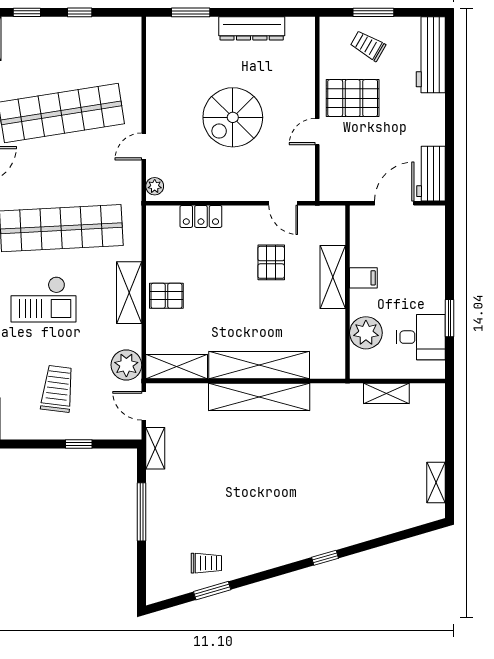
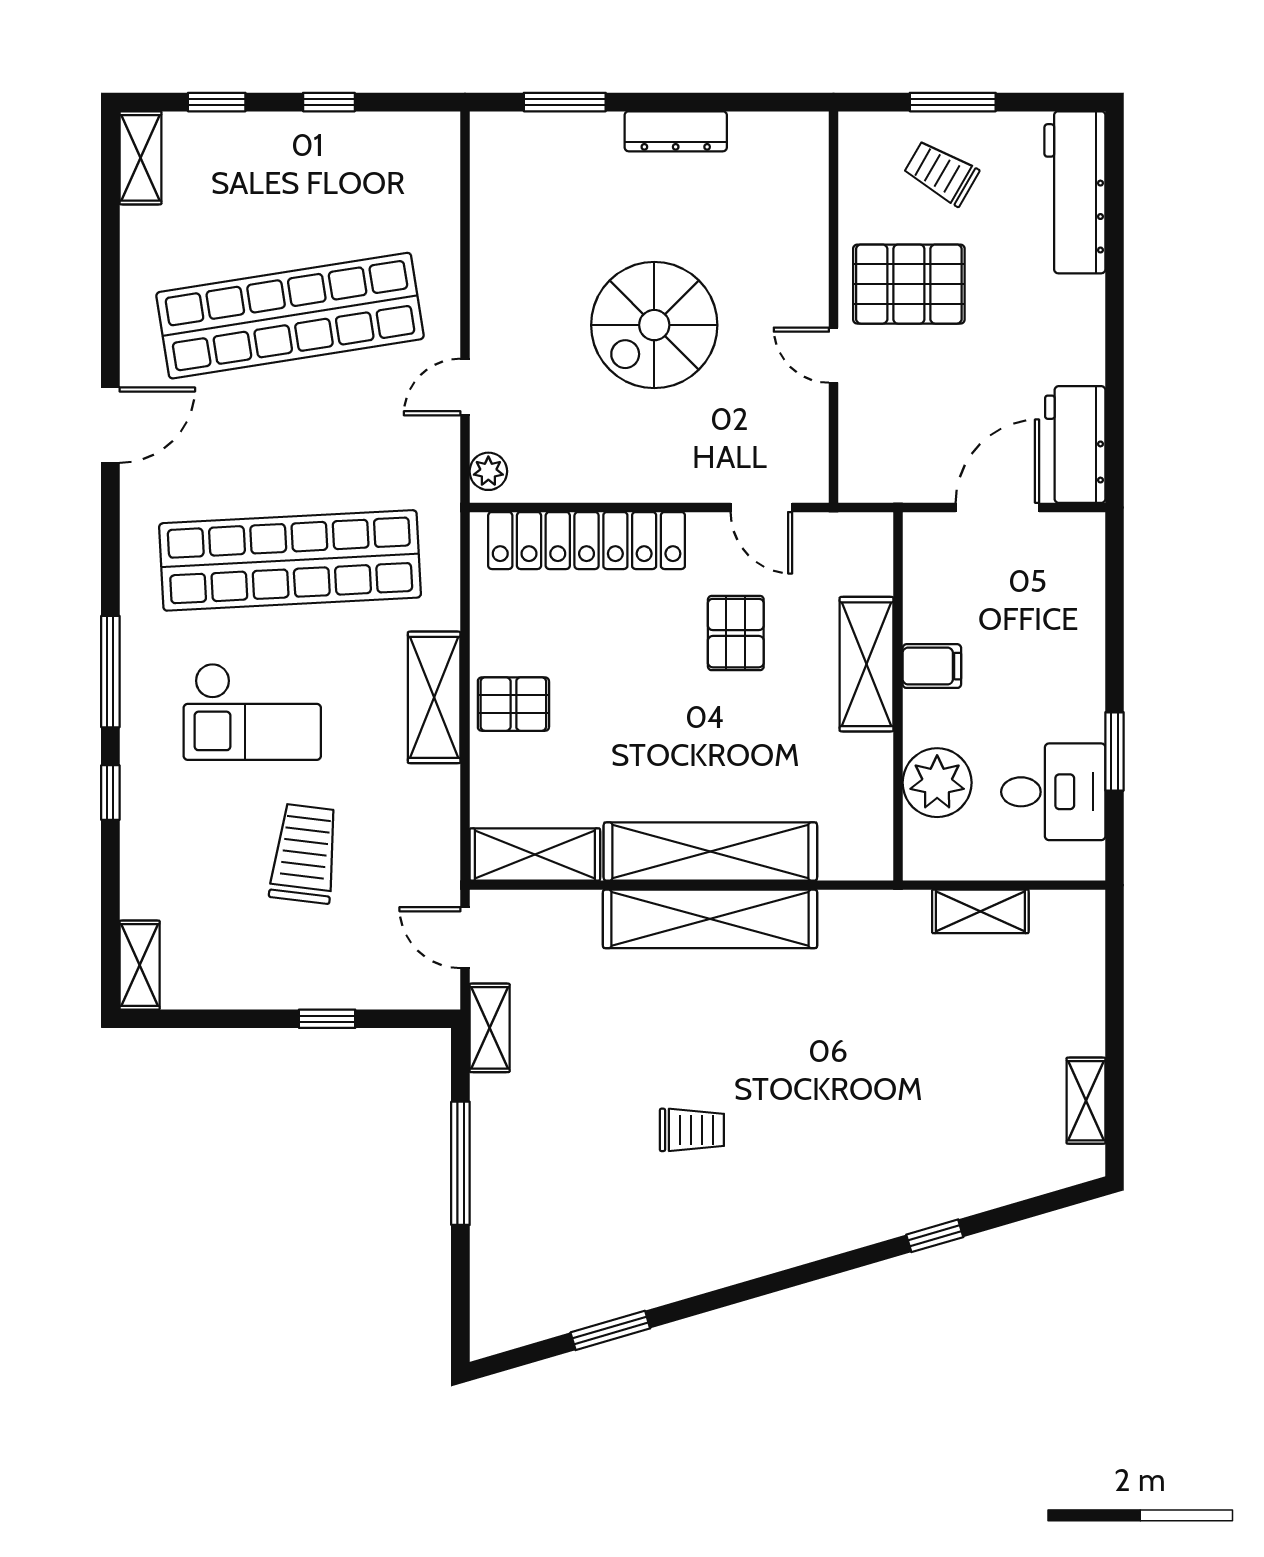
dresser: (252, 28) -> (676, 131), width x0.73, depth x0.80
door: (317, 132) -> (834, 355), hinge flipped
locker: (201, 216) -> (587, 541), width x2.16, depth x1.21
plant: (126, 365) -> (428, 851), removed
trolley: (57, 389) -> (305, 854), moved
window: (325, 558) -> (935, 1236), moved
trolley: (206, 563) -> (692, 1130), moved

